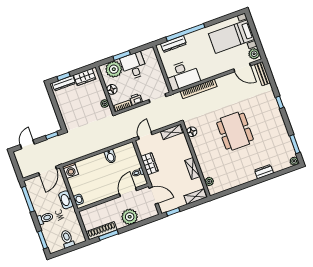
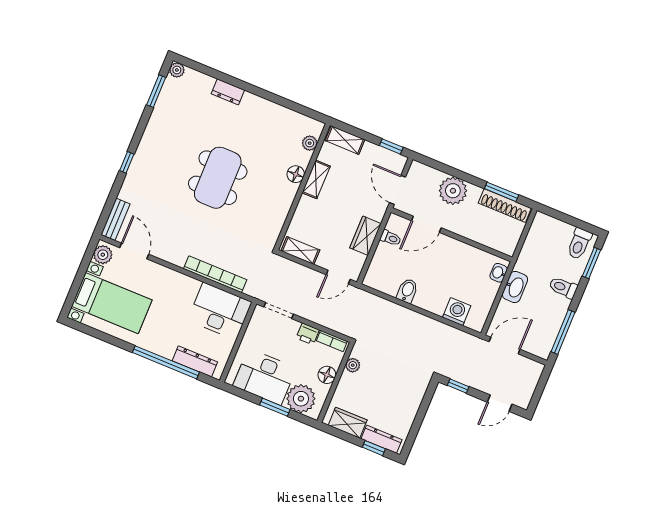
desk: (134, 66) -> (265, 377), width x1.37
floor lamp: (192, 132) -> (296, 174), moved
washing machine: (71, 171) -> (457, 312), moved
toilet: (67, 239) -> (579, 244), moved

